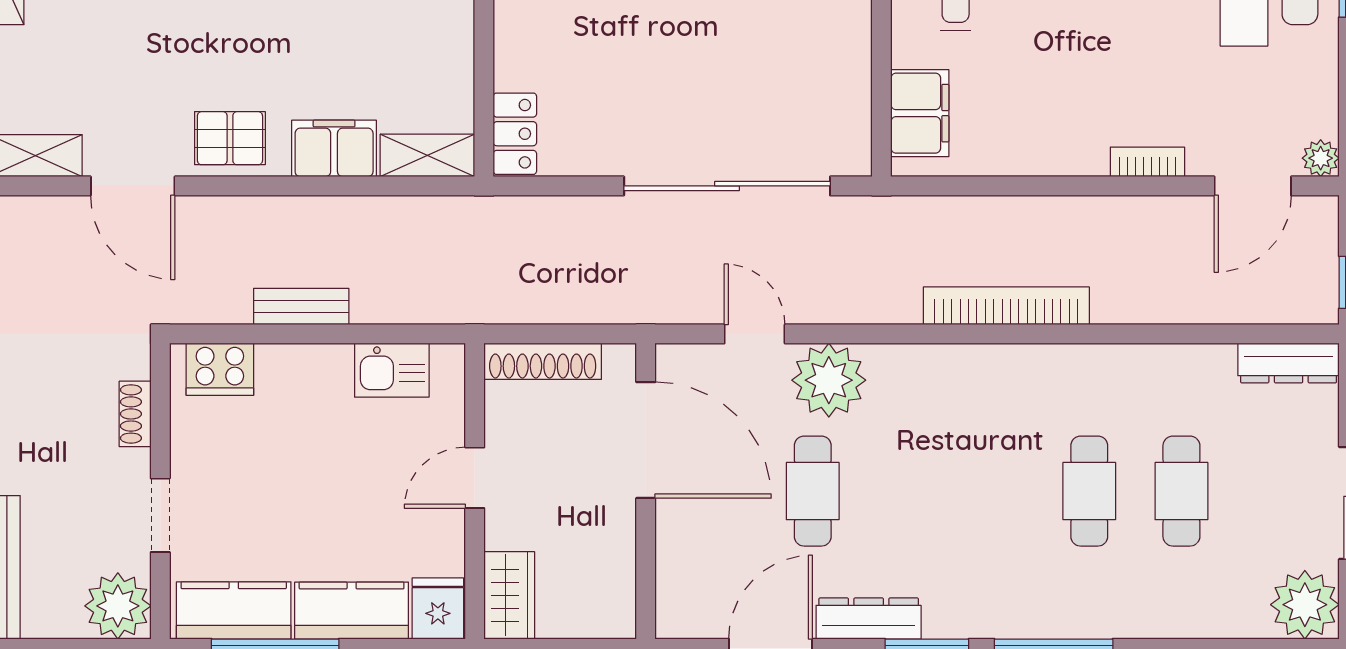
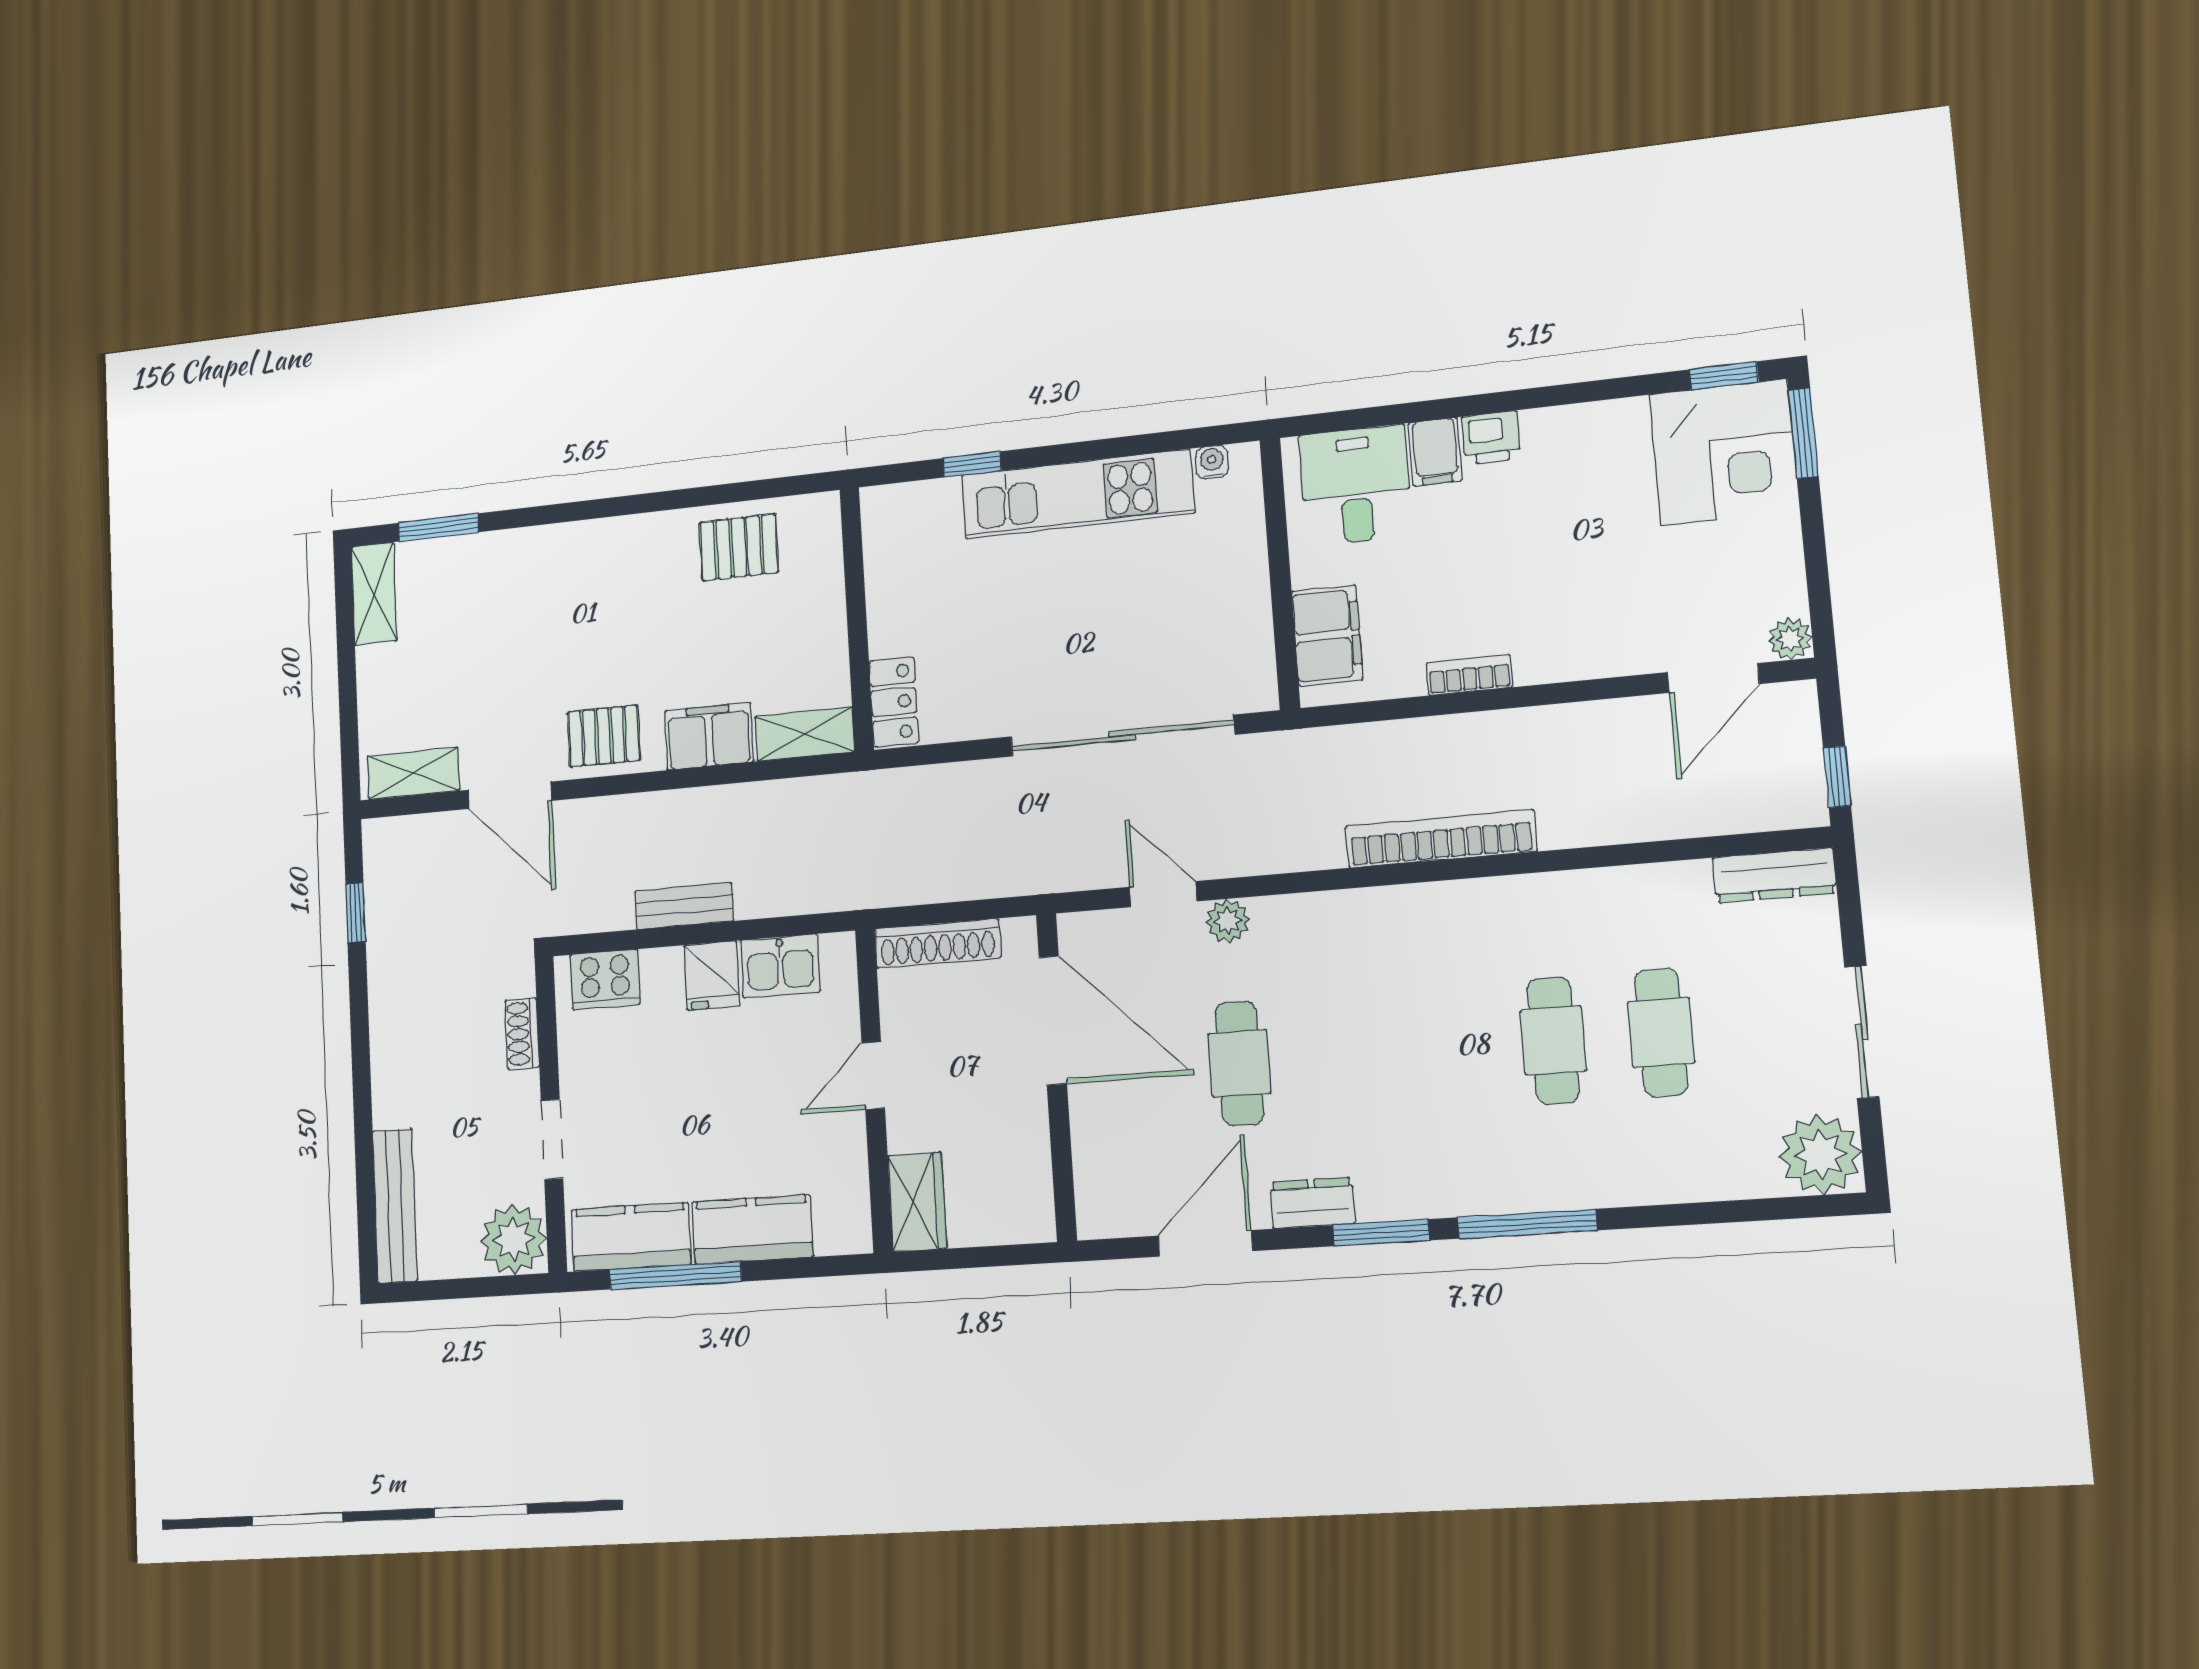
bookcase: (1147, 162) -> (1469, 675), moved
plant: (829, 380) -> (1228, 921), width x0.53, depth x0.53
fridge: (438, 608) -> (712, 976), moved, turned 180
dresser: (869, 619) -> (1312, 1203), width x0.70

